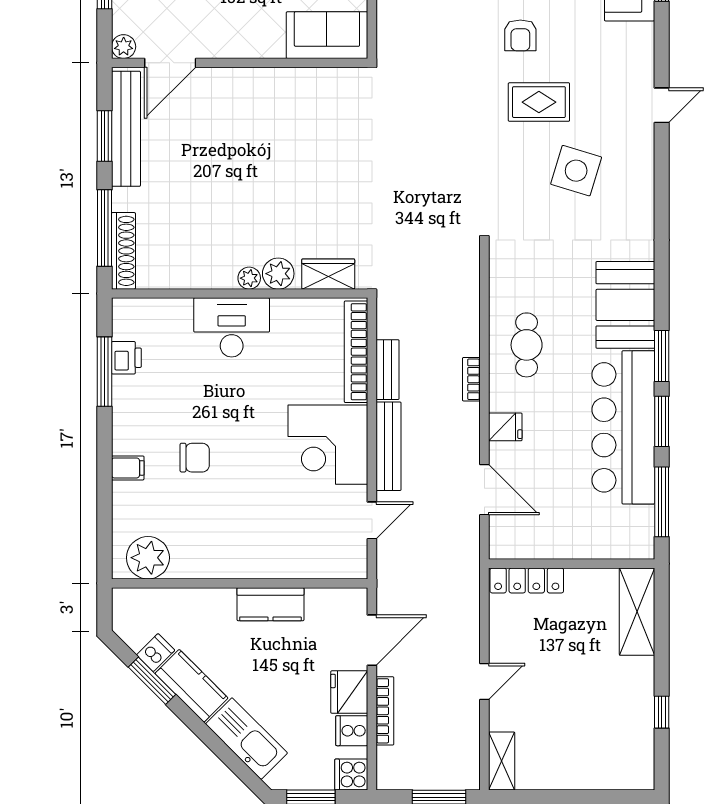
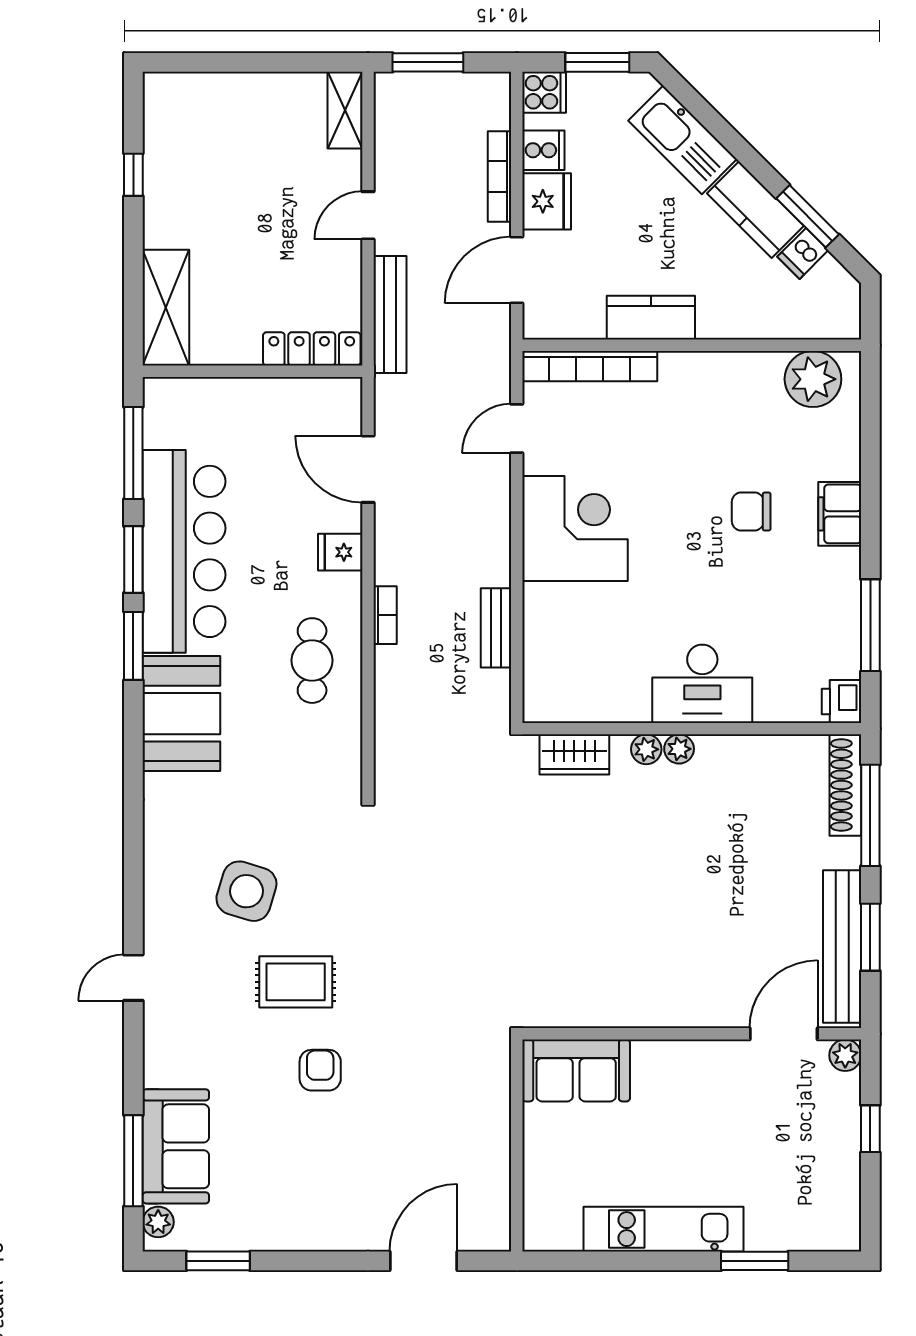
plant: (278, 274) -> (646, 749), width x0.73, depth x0.73
bookcase: (356, 352) -> (590, 366), moved, turned 90
printer: (126, 358) -> (842, 701), moved
bench: (388, 446) -> (390, 315), moved
filing cabinet: (128, 468) -> (840, 514), width x2.00

